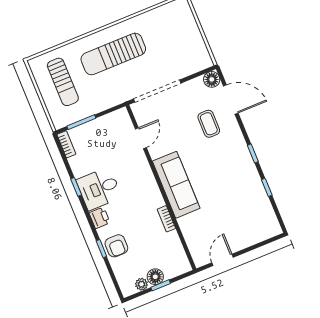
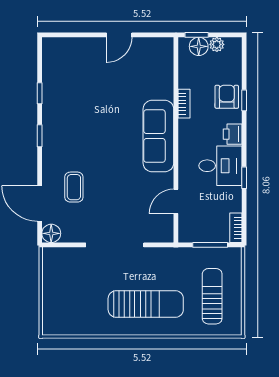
door: (141, 138) -> (176, 201), moved
sofa: (176, 185) -> (158, 136), moved
wall: (161, 187) -> (176, 140), moved
bookcase: (166, 219) -> (184, 104), moved

